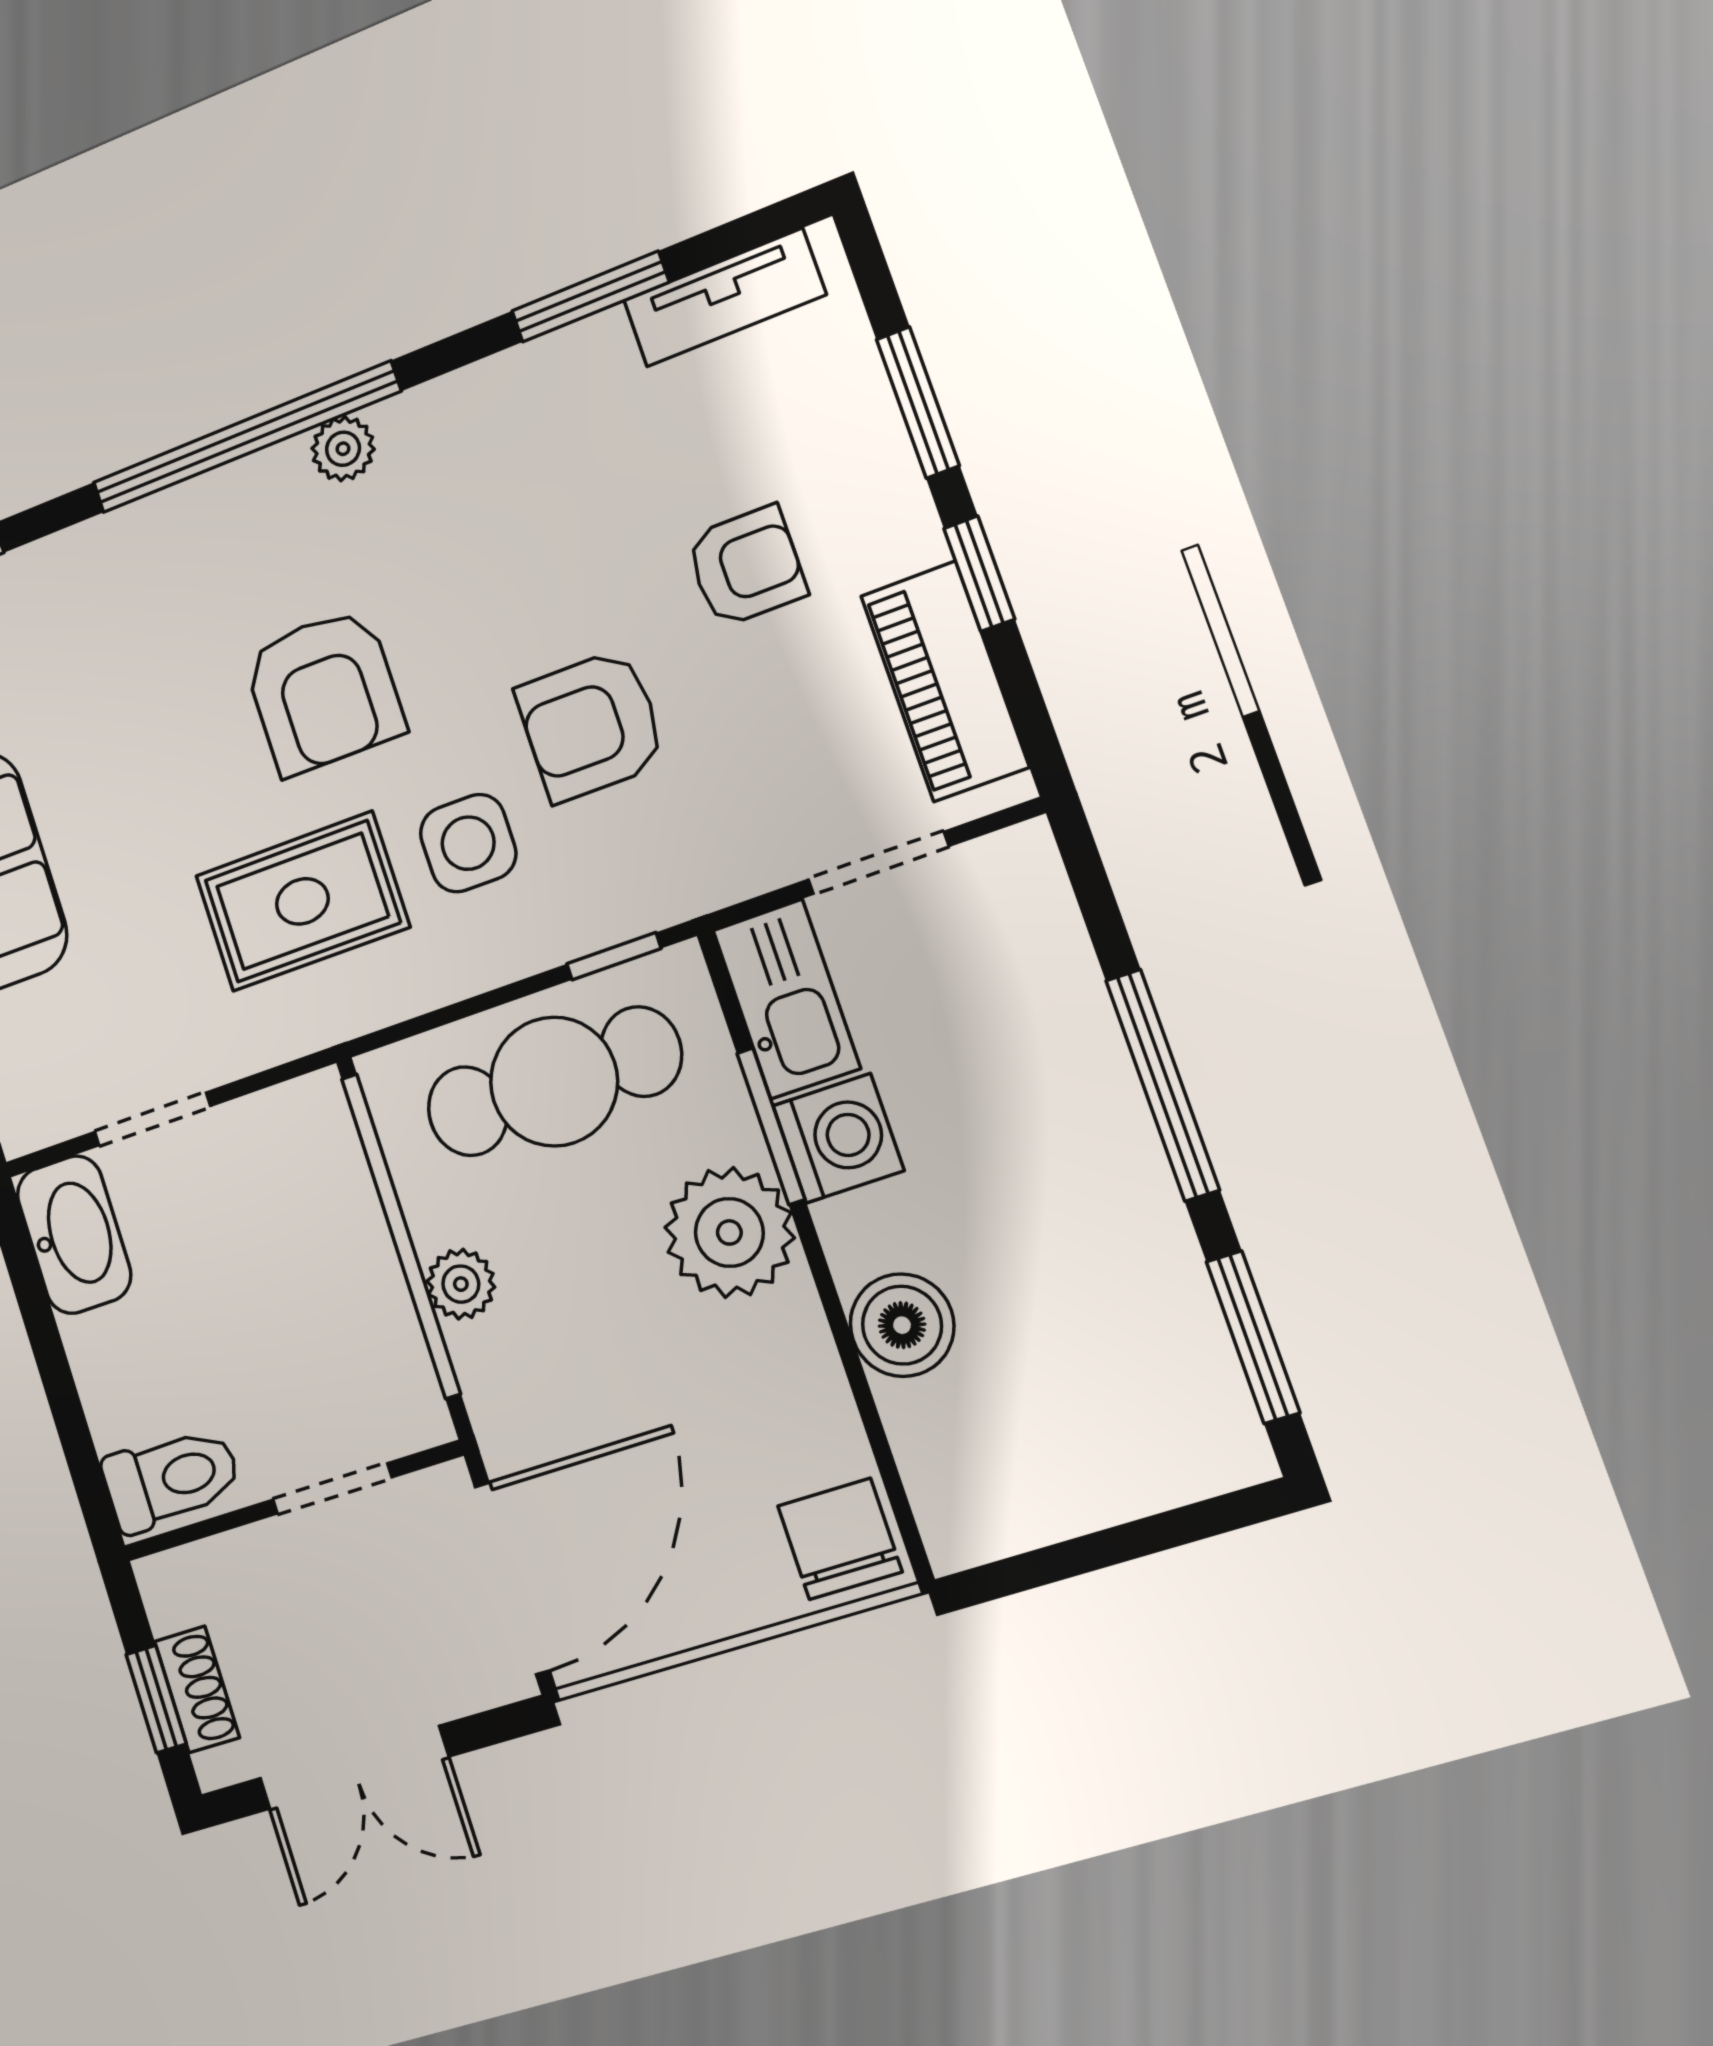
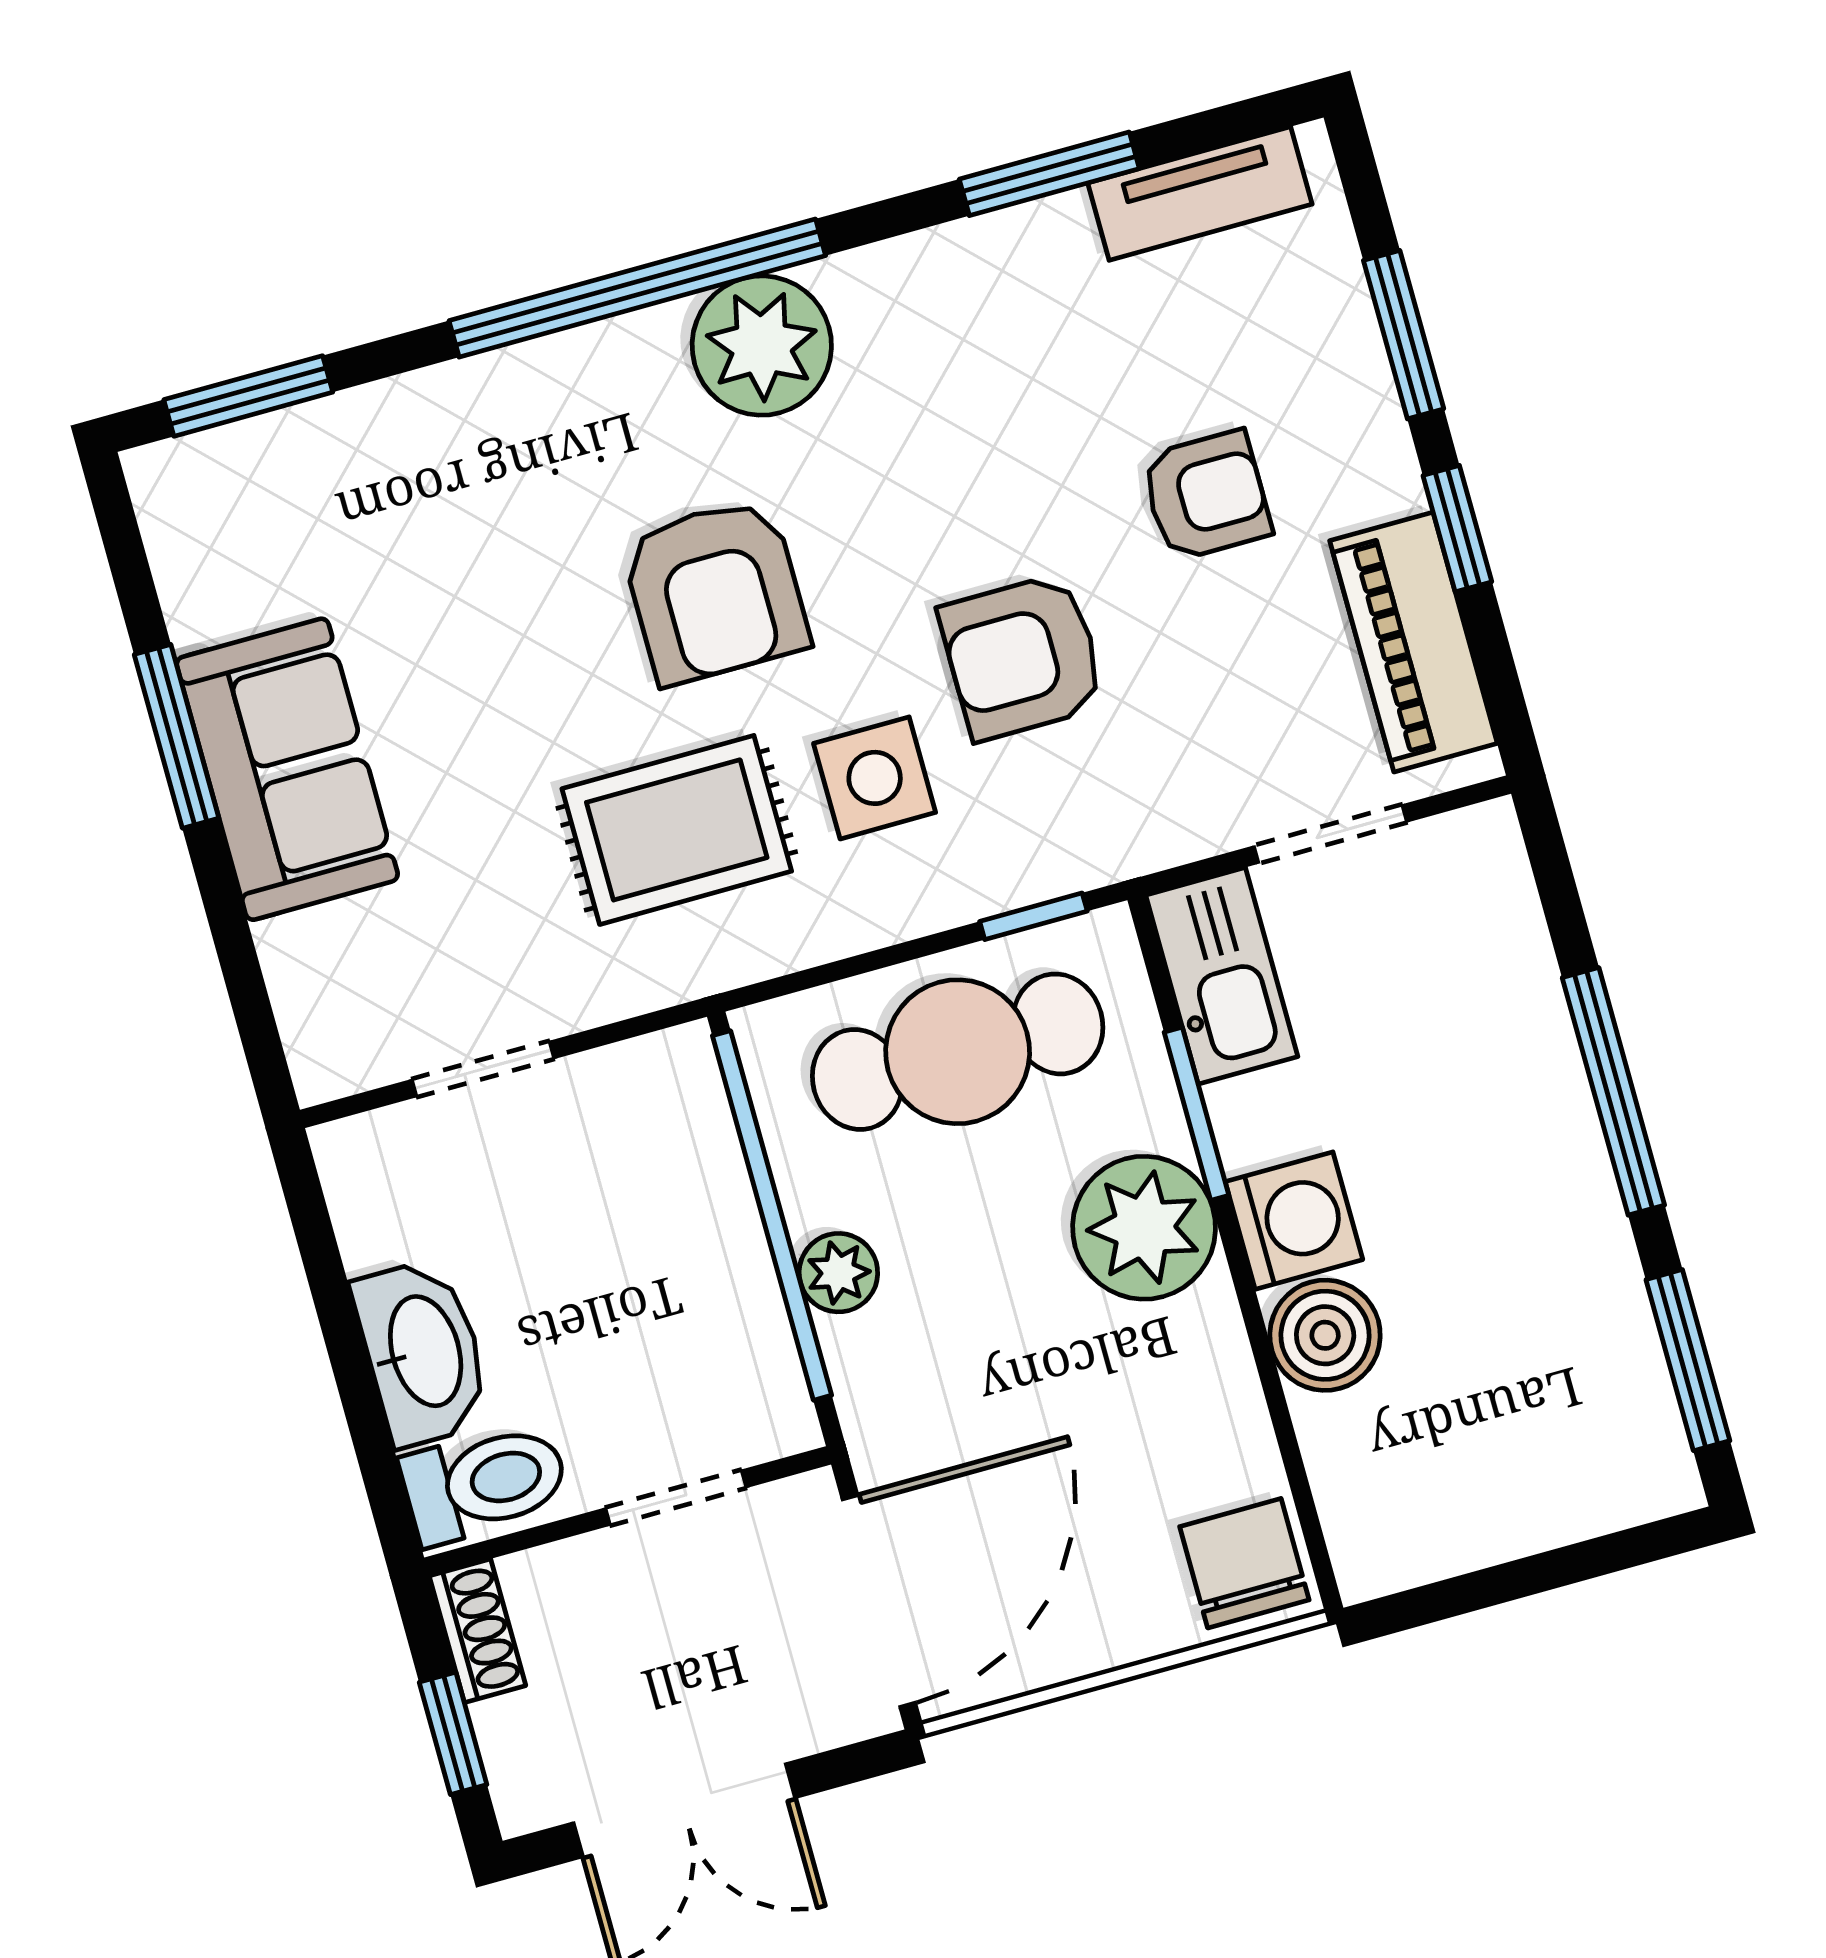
plant: (343, 449) -> (762, 346), width x1.88, depth x1.88
washing machine: (838, 1138) -> (1294, 1221), moved
washbasin: (74, 1235) -> (422, 1352), moved
shoe rack: (197, 1689) -> (477, 1631), moved

